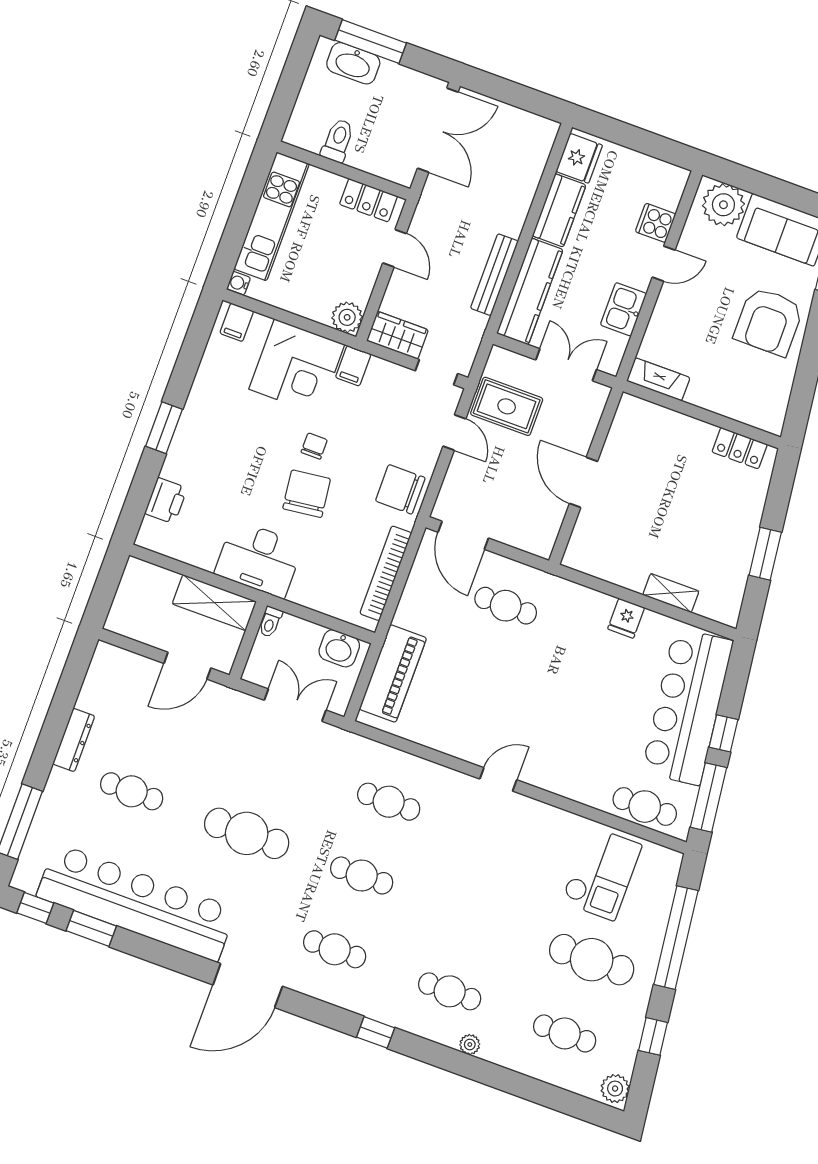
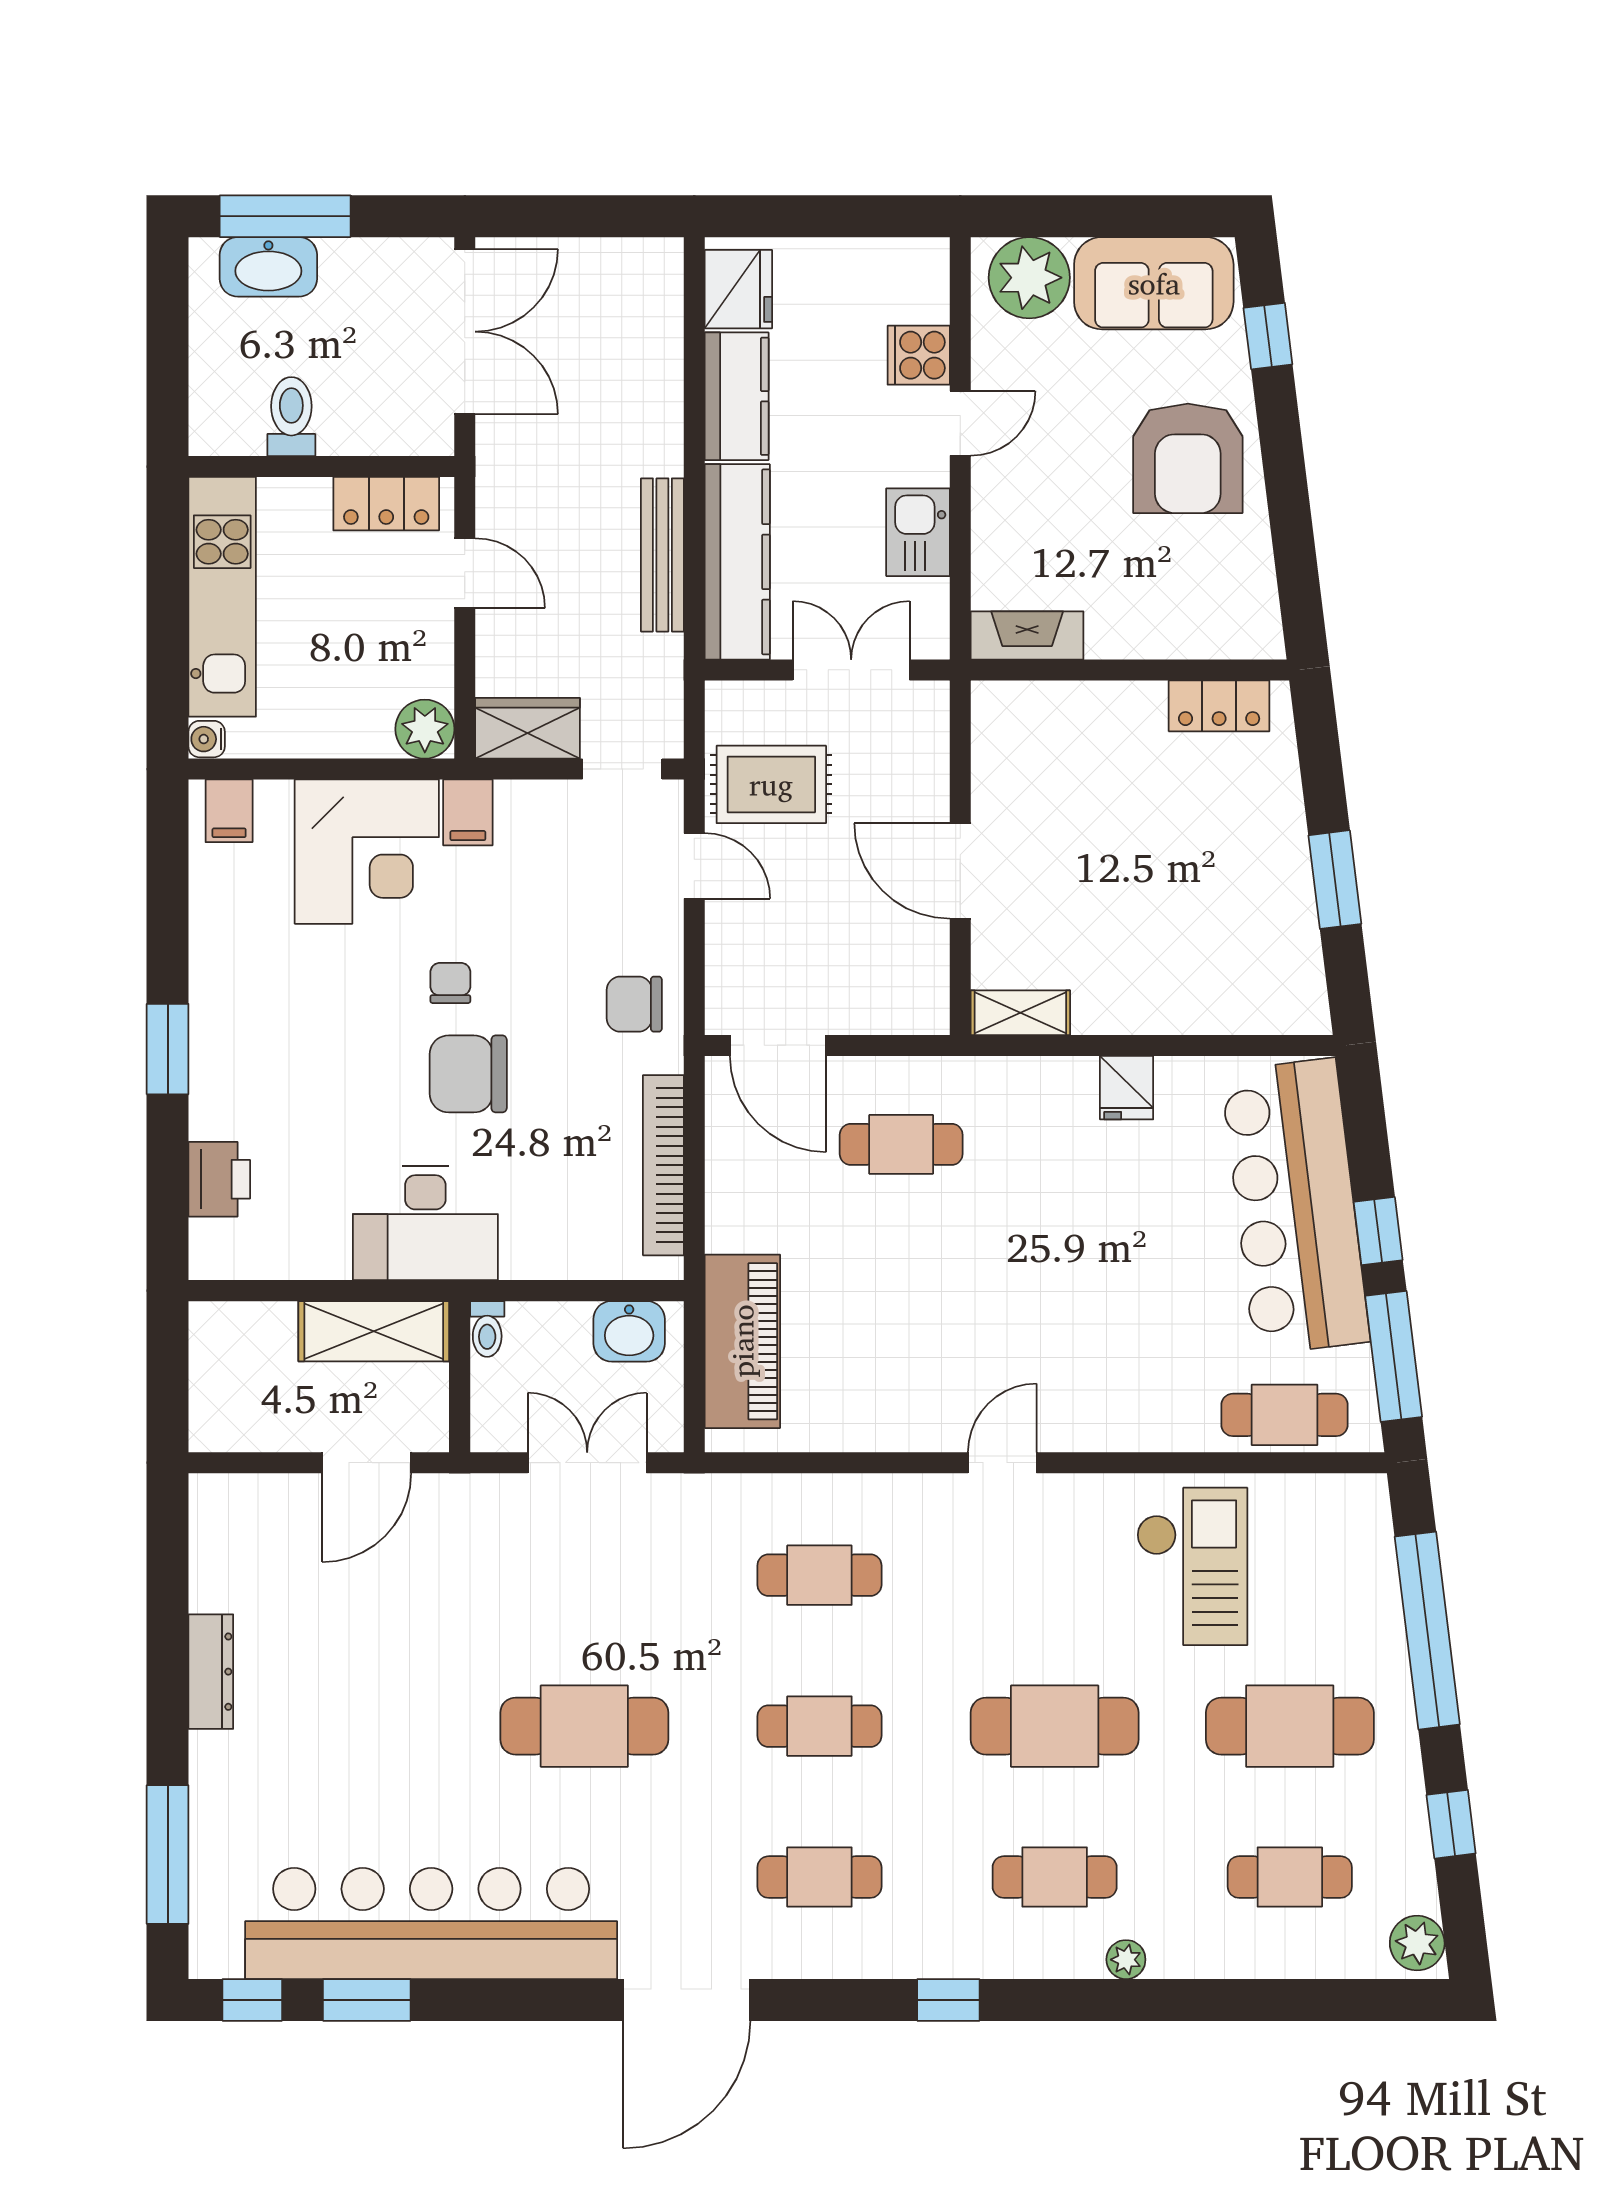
chair: (400, 489) -> (634, 1004), width x0.73, depth x0.73
chair: (307, 494) -> (468, 1074), turned -83
shelving: (671, 593) -> (1020, 1013), moved
cafe table: (132, 791) -> (1055, 1726), moved, width x1.37, depth x1.35
checkout: (602, 873) -> (1192, 1566), moved

